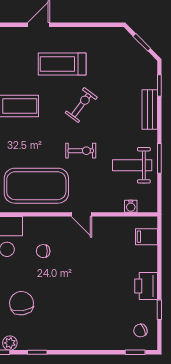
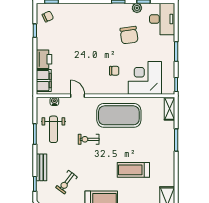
exercise bike: (81, 105) -> (67, 182), moved
weight bench: (132, 165) -> (53, 129), turned 90
door: (81, 214) -> (78, 96), moved
filing cabinet: (146, 237) -> (44, 81), width x2.00
printer: (146, 286) -> (44, 59), moved

